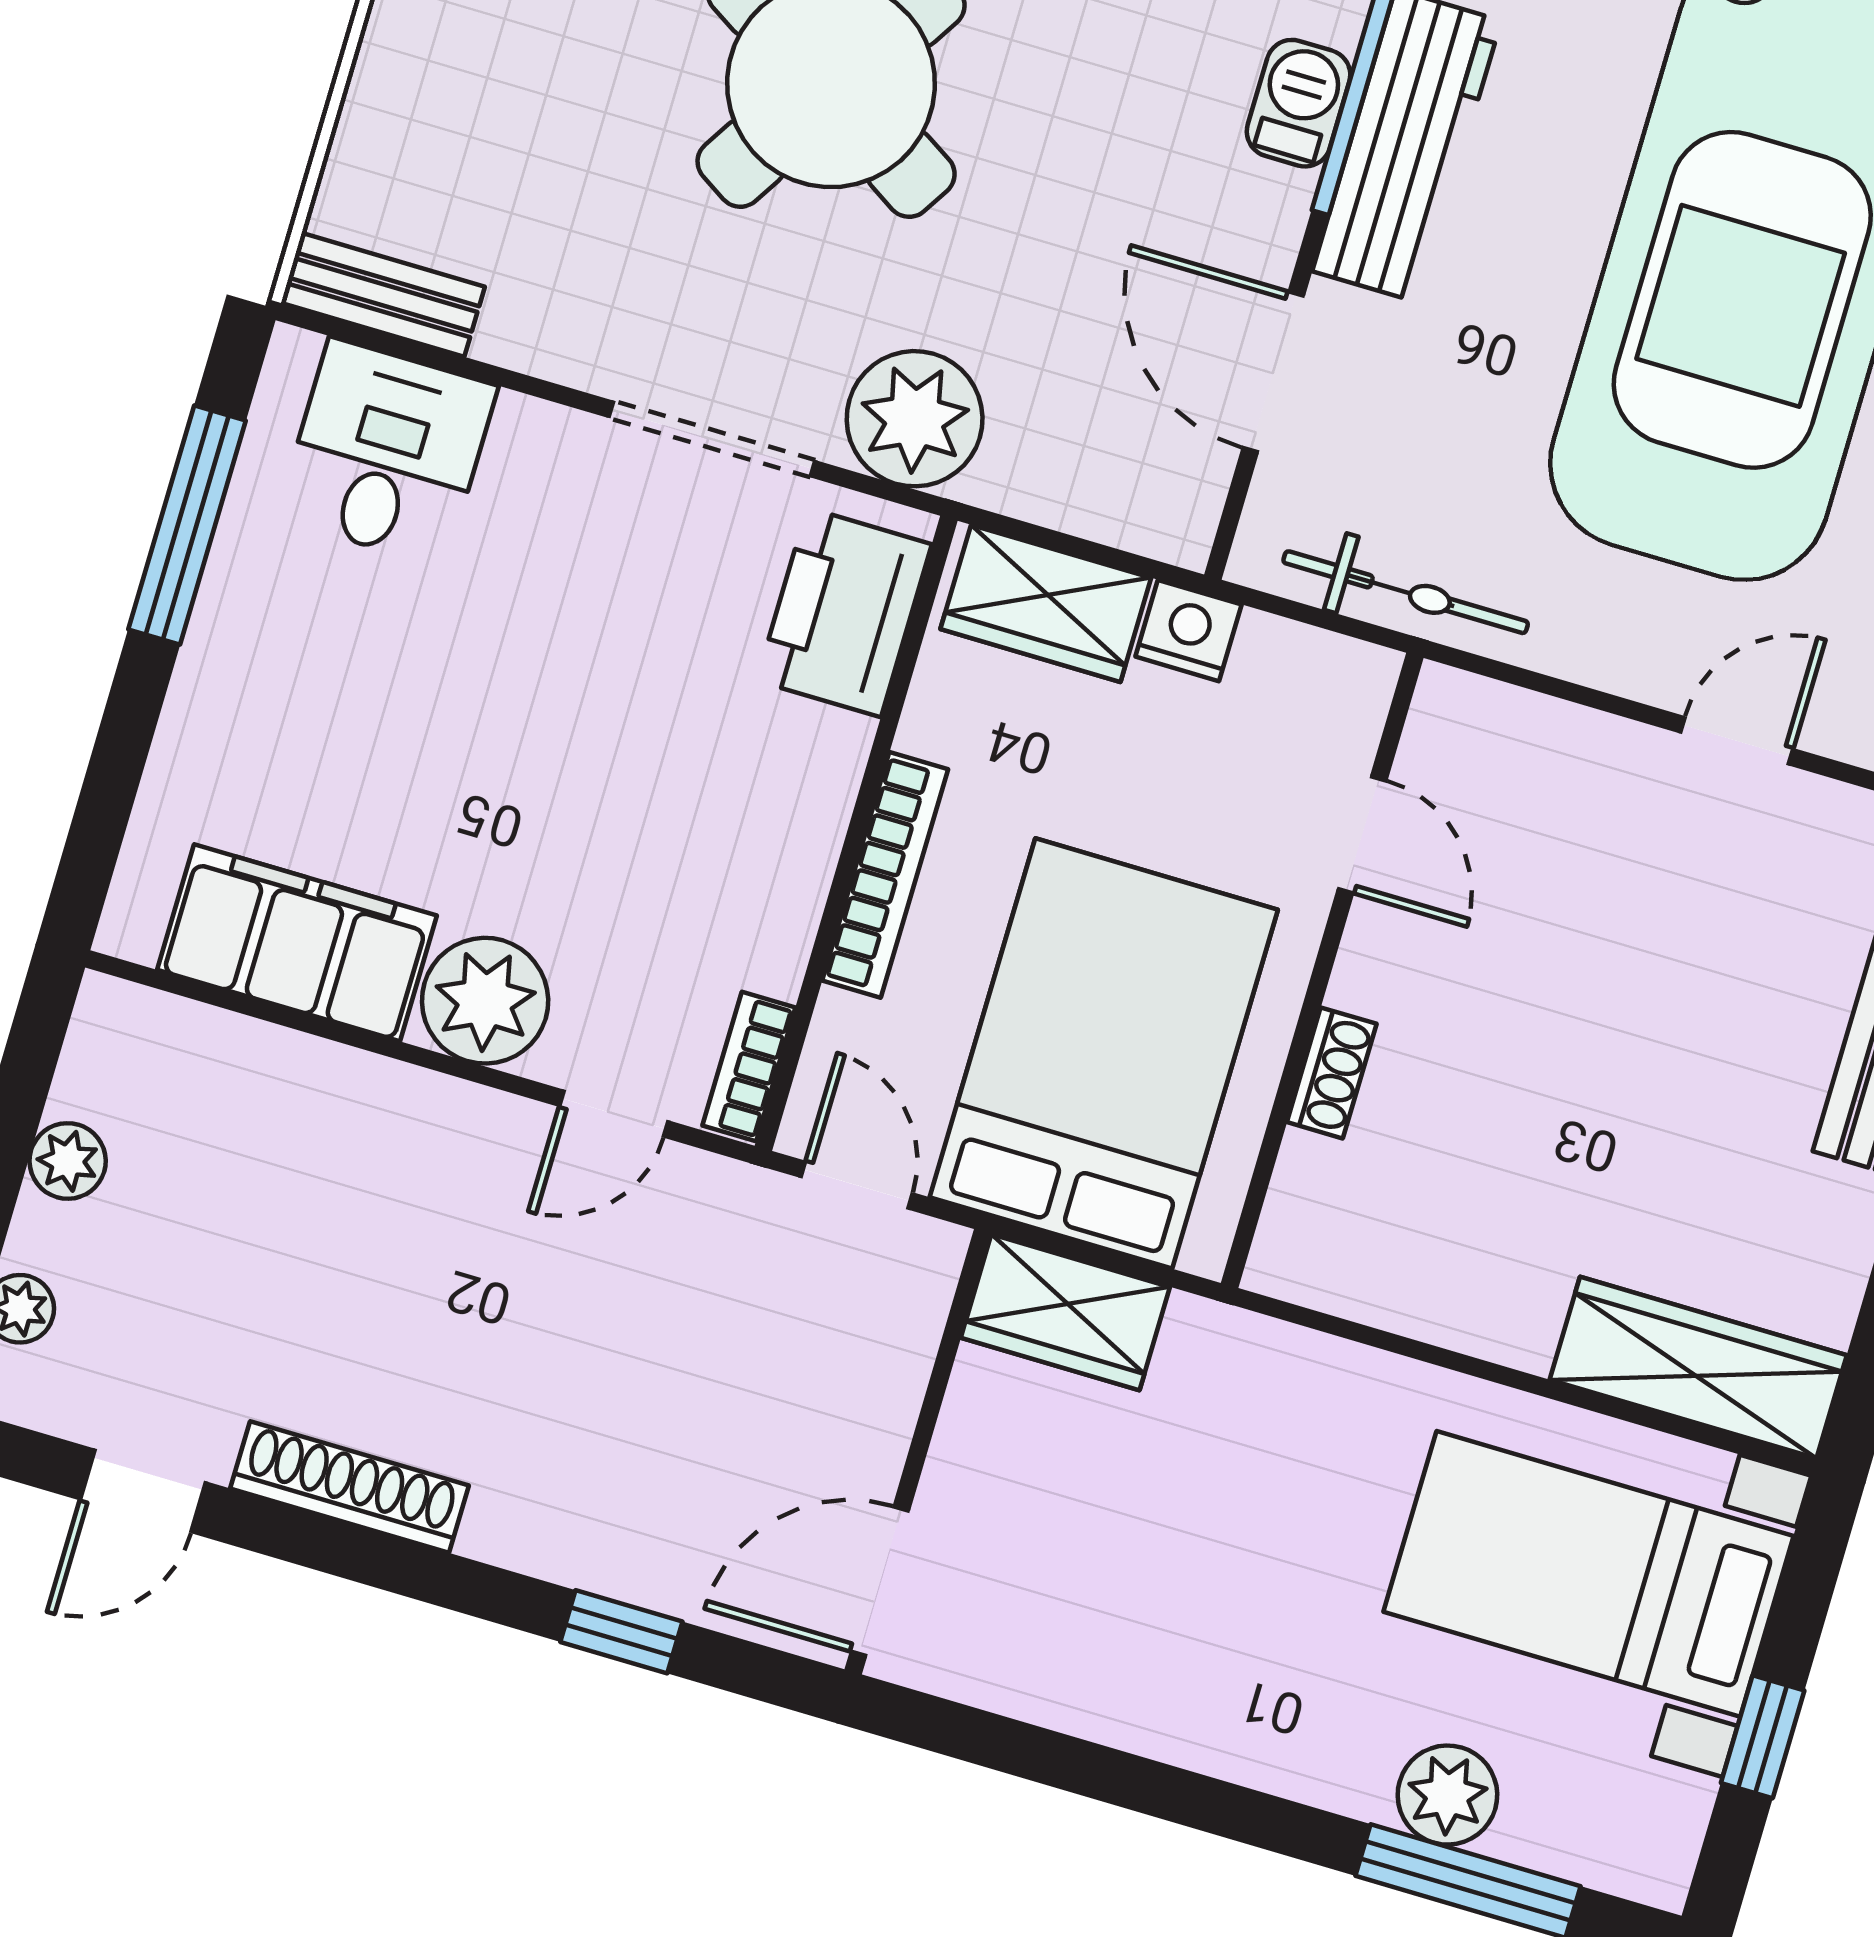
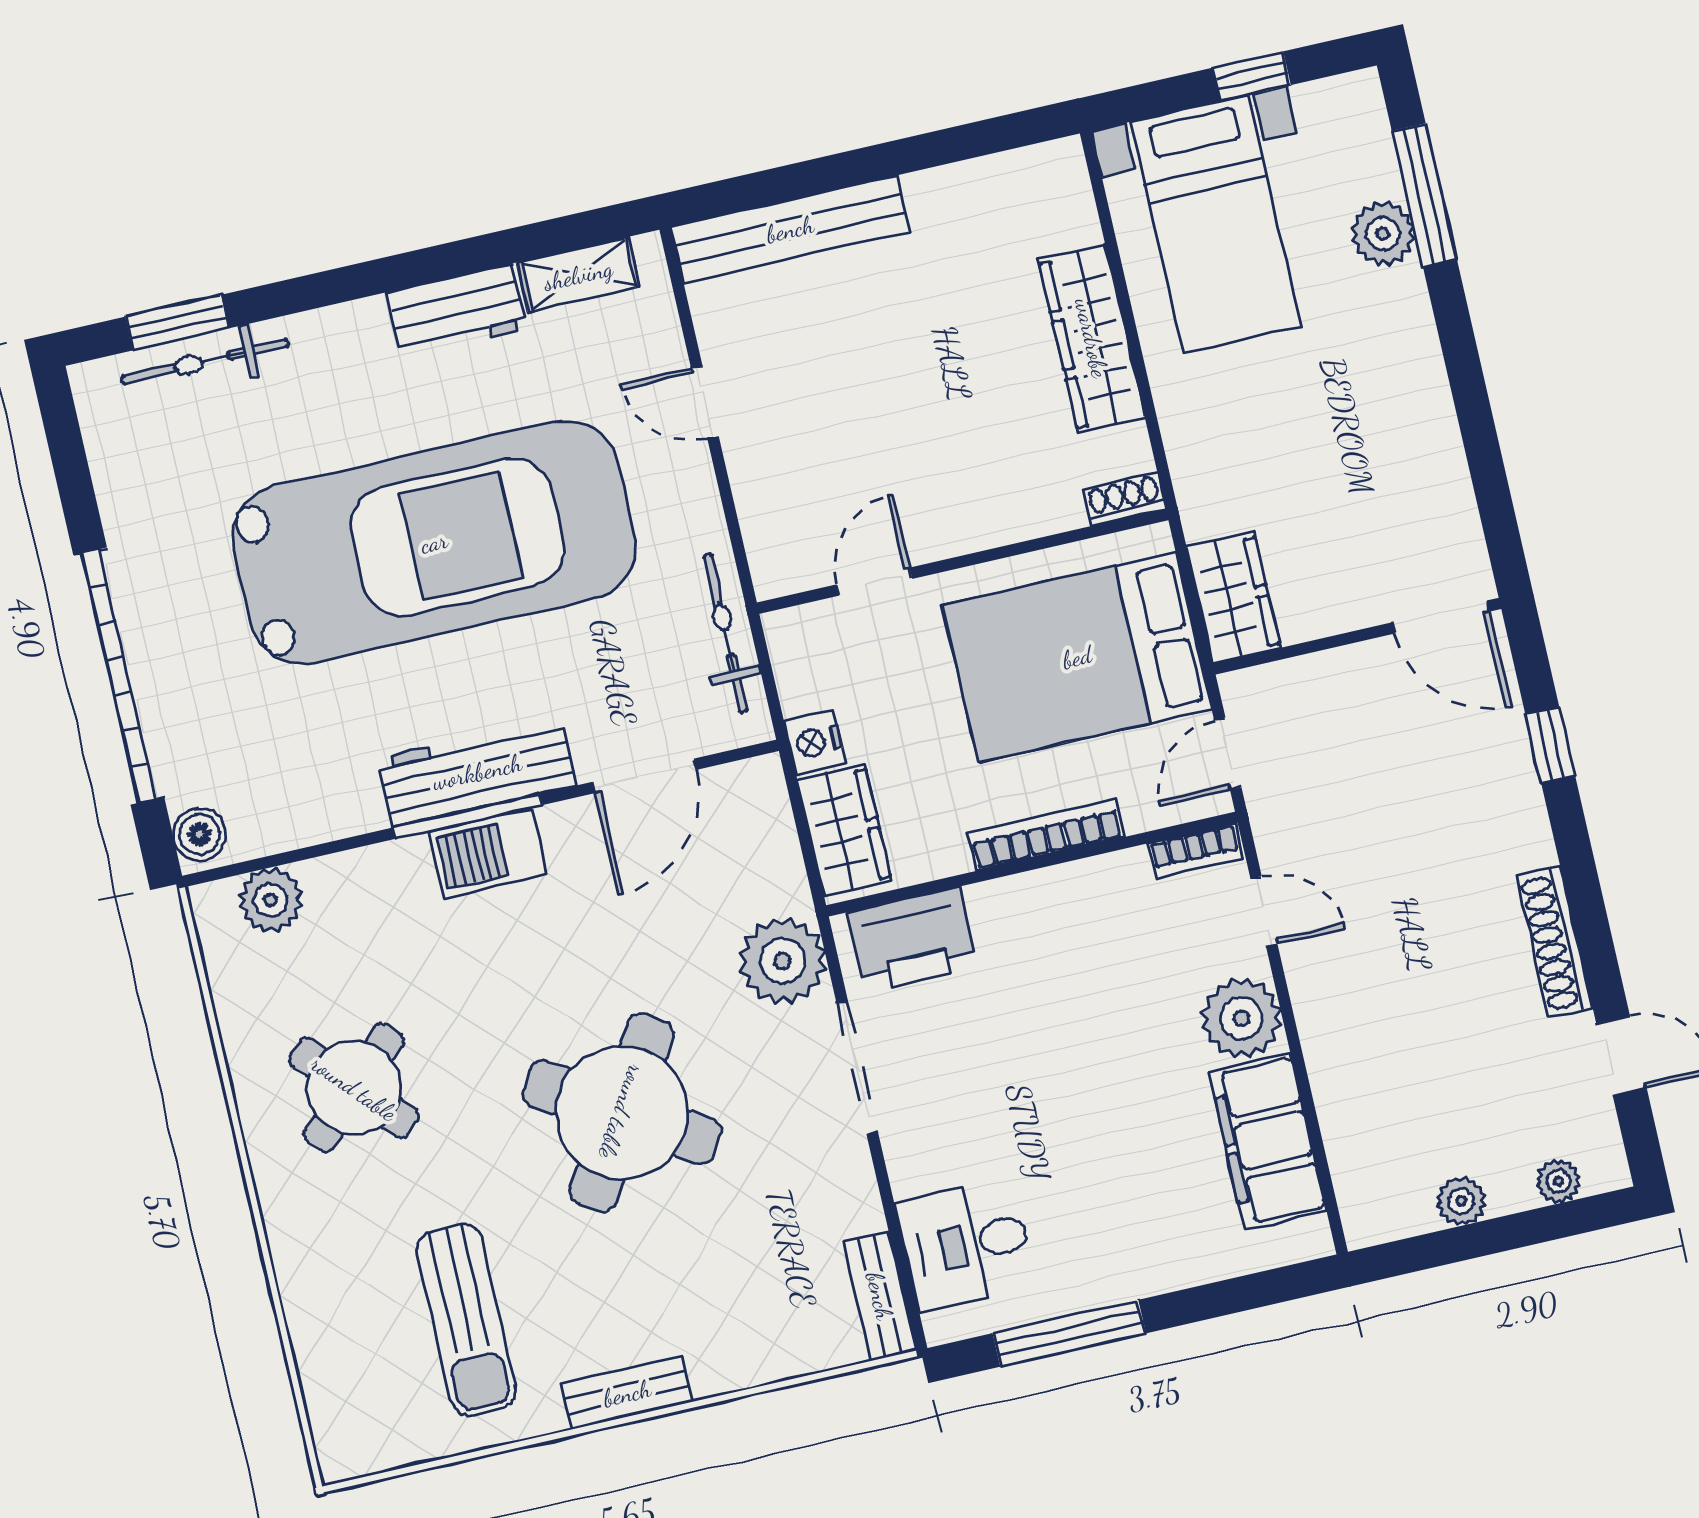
barbecue: (1299, 103) -> (488, 853), width x1.38, depth x1.27
shoe rack: (1332, 1073) -> (1124, 499), moved
wardrobe: (1698, 1367) -> (1092, 338), moved

